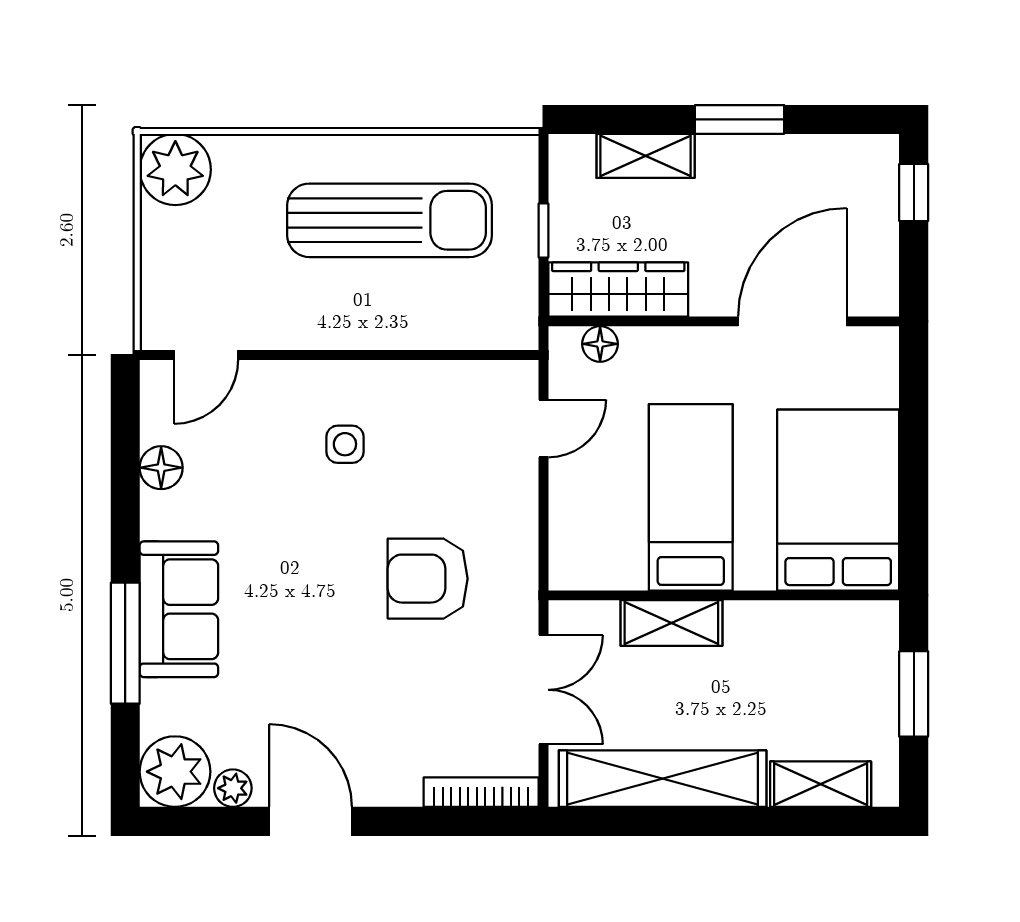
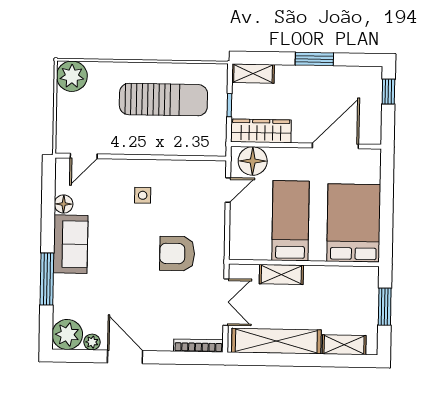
shelving: (646, 156) -> (253, 74), moved
floor lamp: (600, 344) -> (253, 161), width x1.89, depth x1.89
sofa: (179, 609) -> (71, 244), moved

